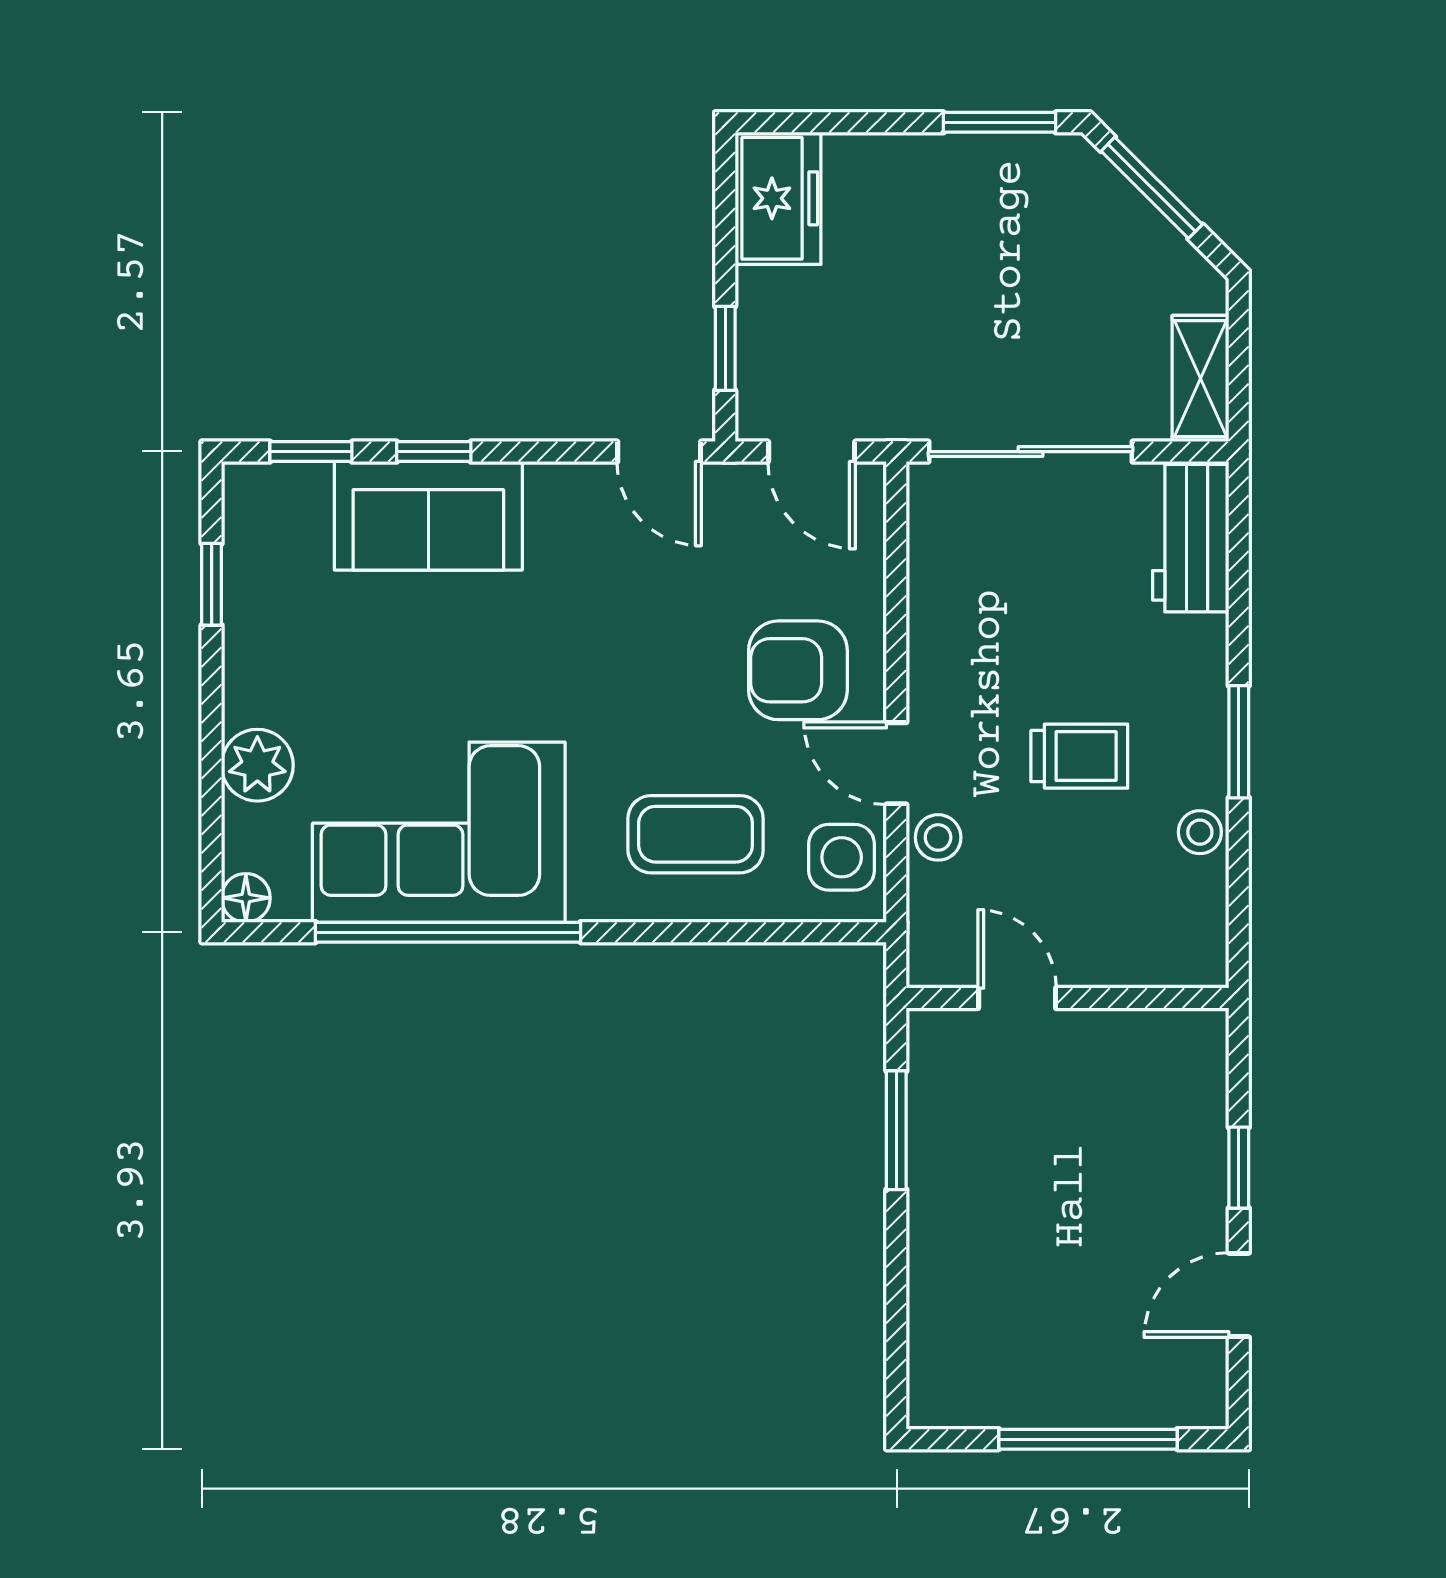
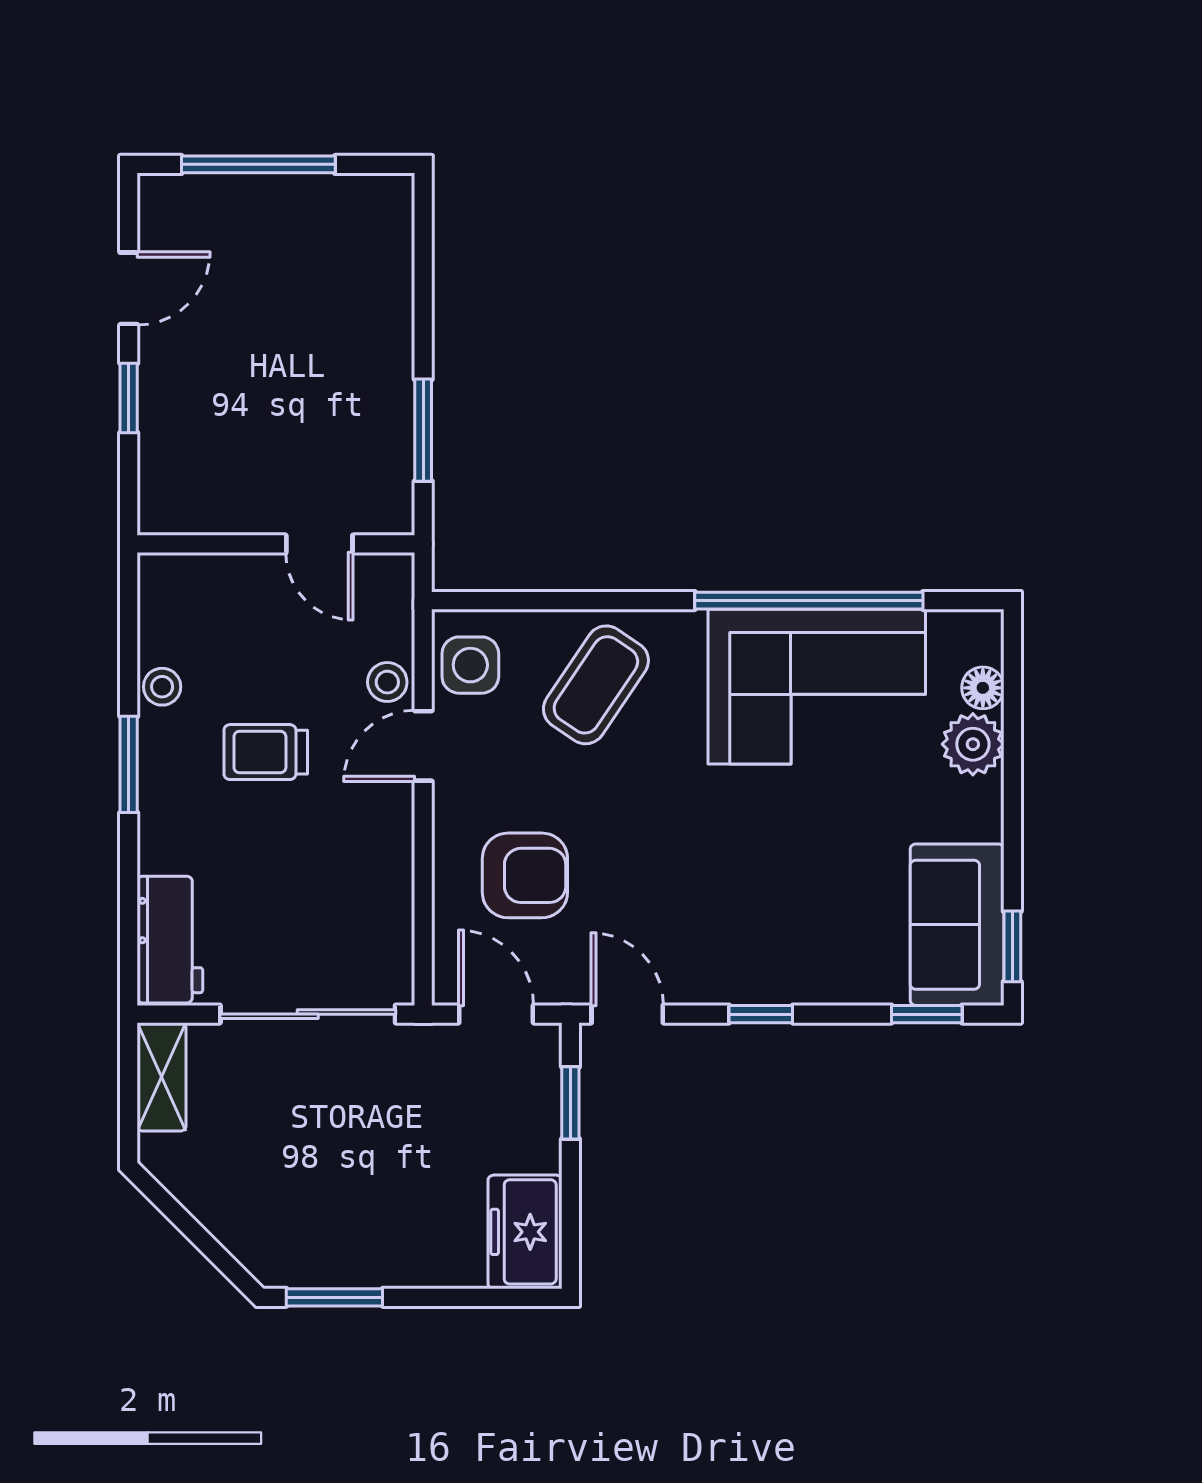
window: (1152, 188) -> (204, 1241), removed
window: (434, 452) -> (761, 1014), moved
sofa: (428, 516) -> (957, 925), moved, turned -90
window: (212, 584) -> (1012, 946), moved
armchair: (798, 670) -> (525, 875), moved
door: (896, 763) -> (423, 746), swing flipped
coffee table: (696, 834) -> (596, 685), turned -56
floor lamp: (246, 898) -> (983, 688), moved

